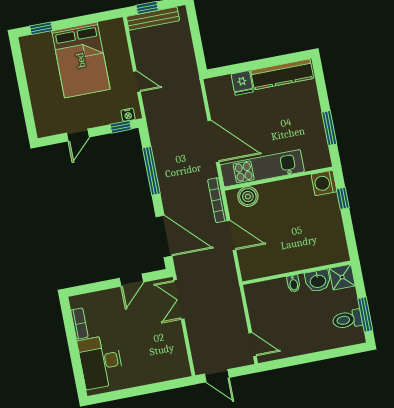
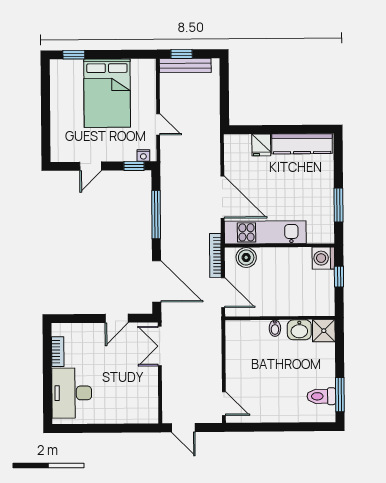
wall: (297, 273) -> (280, 318), moved
shower: (342, 277) -> (324, 331), moved
washbasin: (318, 281) -> (299, 330), moved
bidet: (293, 284) -> (275, 328), moved

